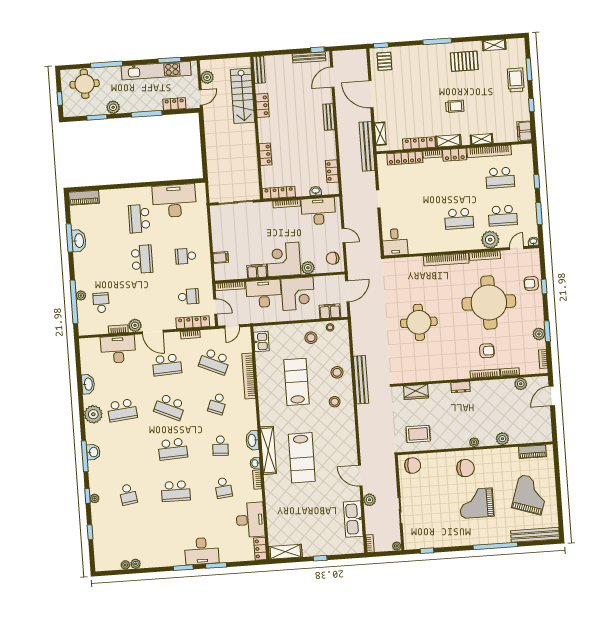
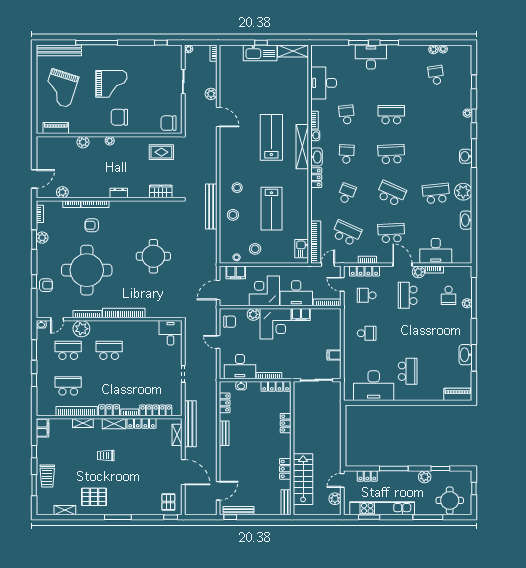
bench: (329, 117) -> (224, 433), moved
filing cabinet: (221, 257) -> (334, 355), moved
school desk: (142, 259) -> (408, 295), moved
bookcase: (249, 376) -> (316, 242), moved
school desk: (128, 494) -> (436, 75), moved
kitchen sink: (353, 519) -> (260, 53), moved, turned 90
locker: (260, 549) -> (316, 178), moved

